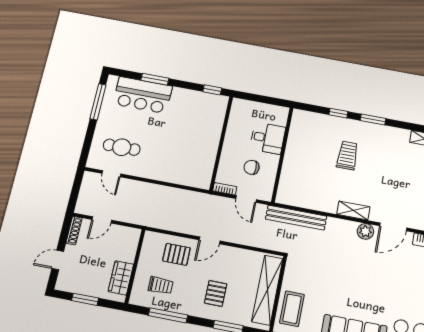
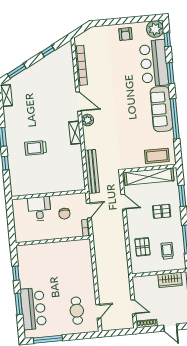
window: (212, 90) -> (16, 273), moved
door: (210, 240) -> (123, 202), moved

